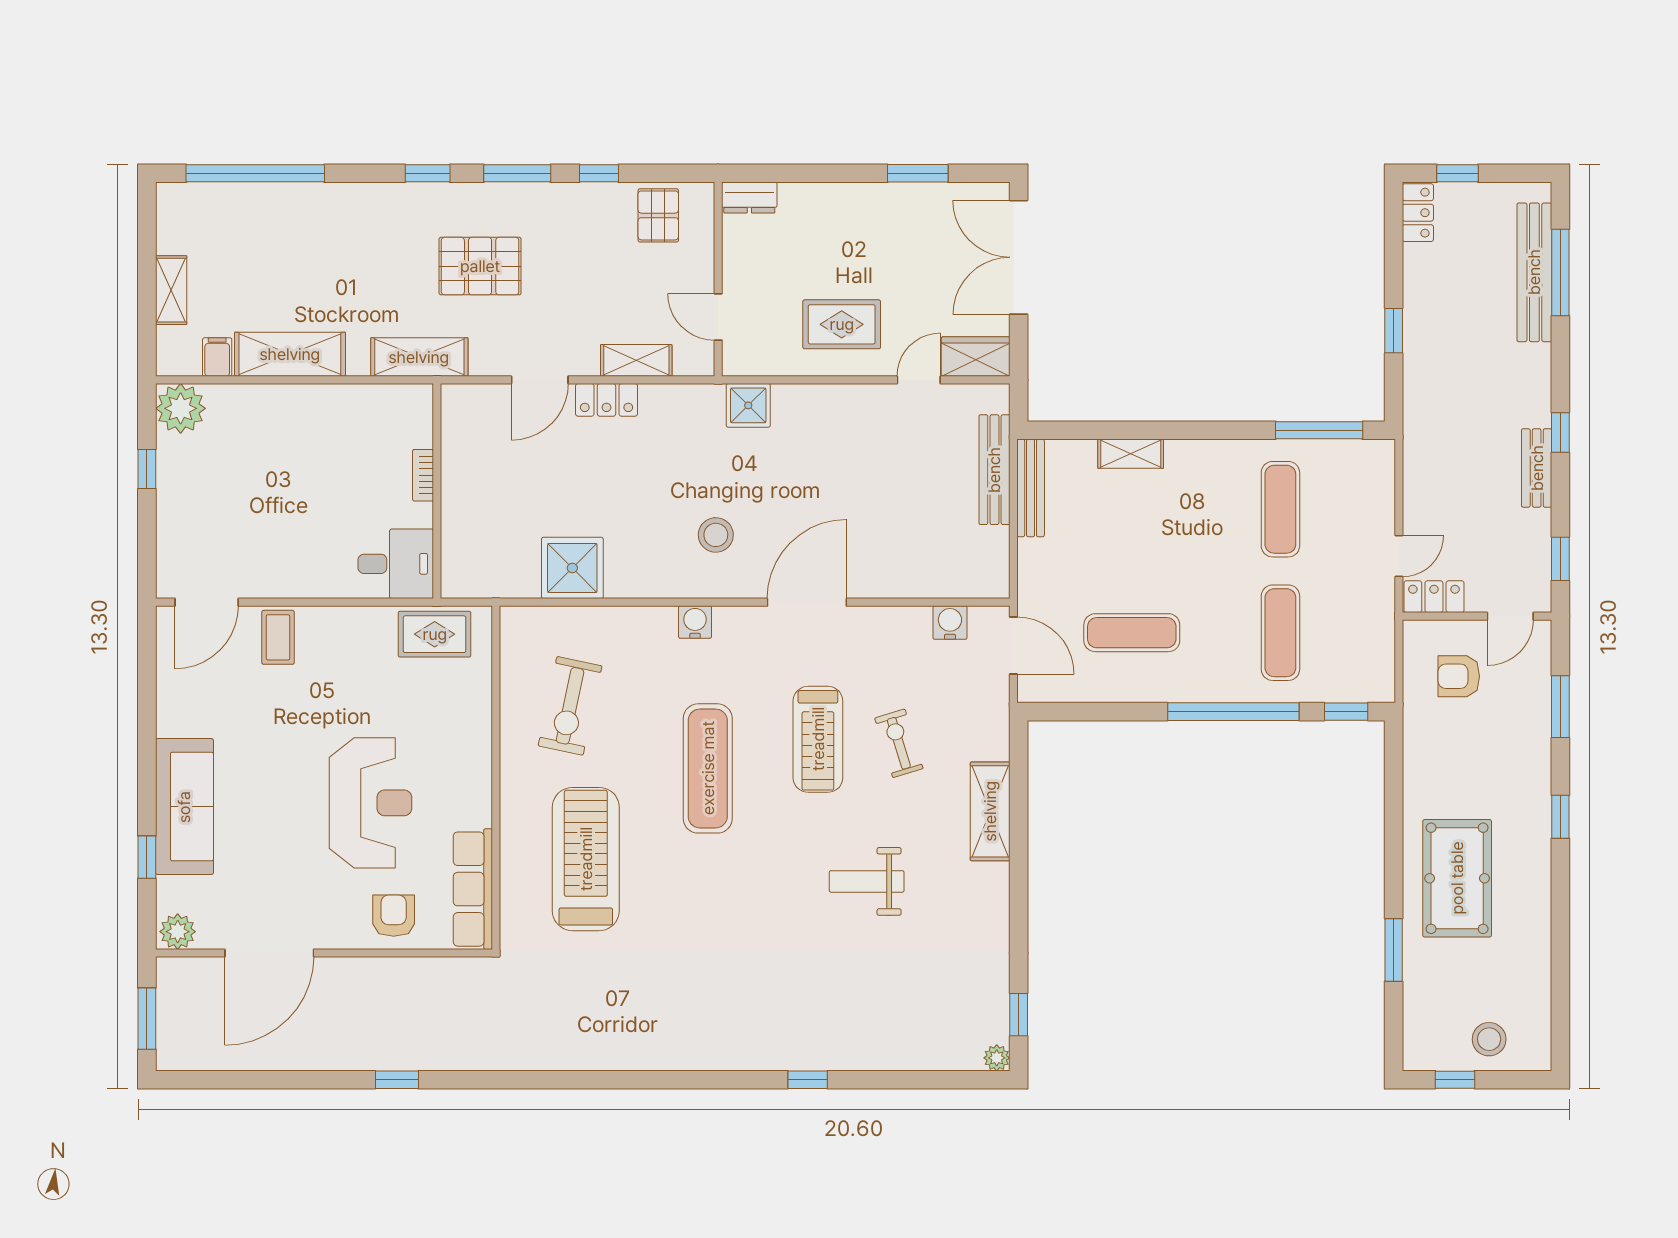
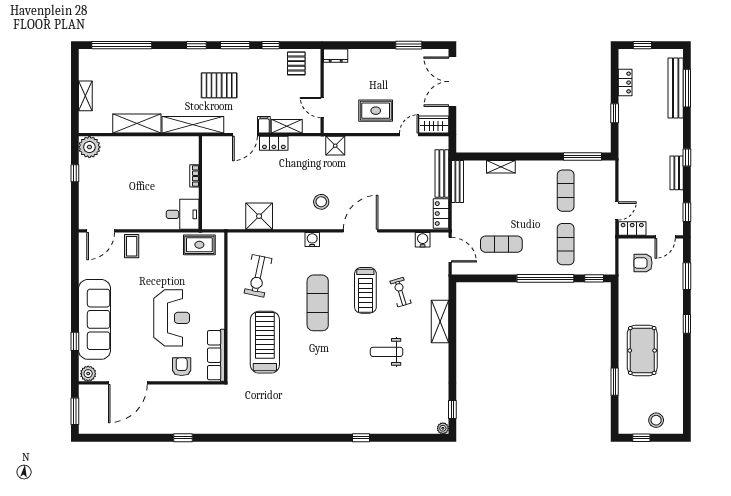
locker: (1418, 213) -> (625, 83), moved
filing cabinet: (217, 357) -> (264, 125), moved
shelving: (419, 357) -> (193, 125), width x1.47
locker: (992, 562) -> (441, 214), added
sofa: (184, 807) -> (94, 319), width x1.36, depth x1.27

